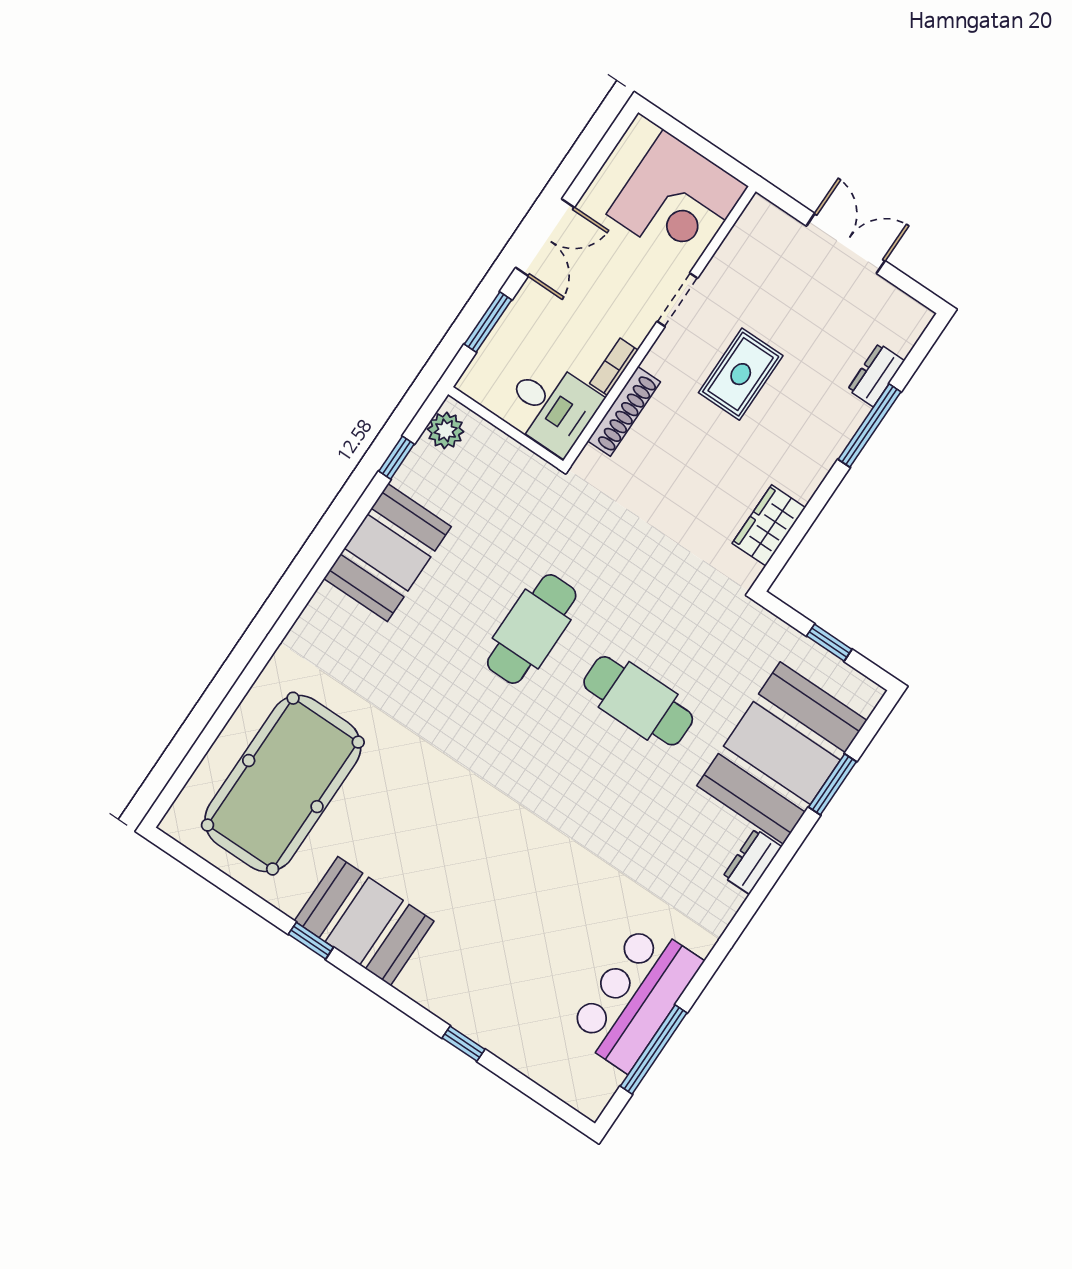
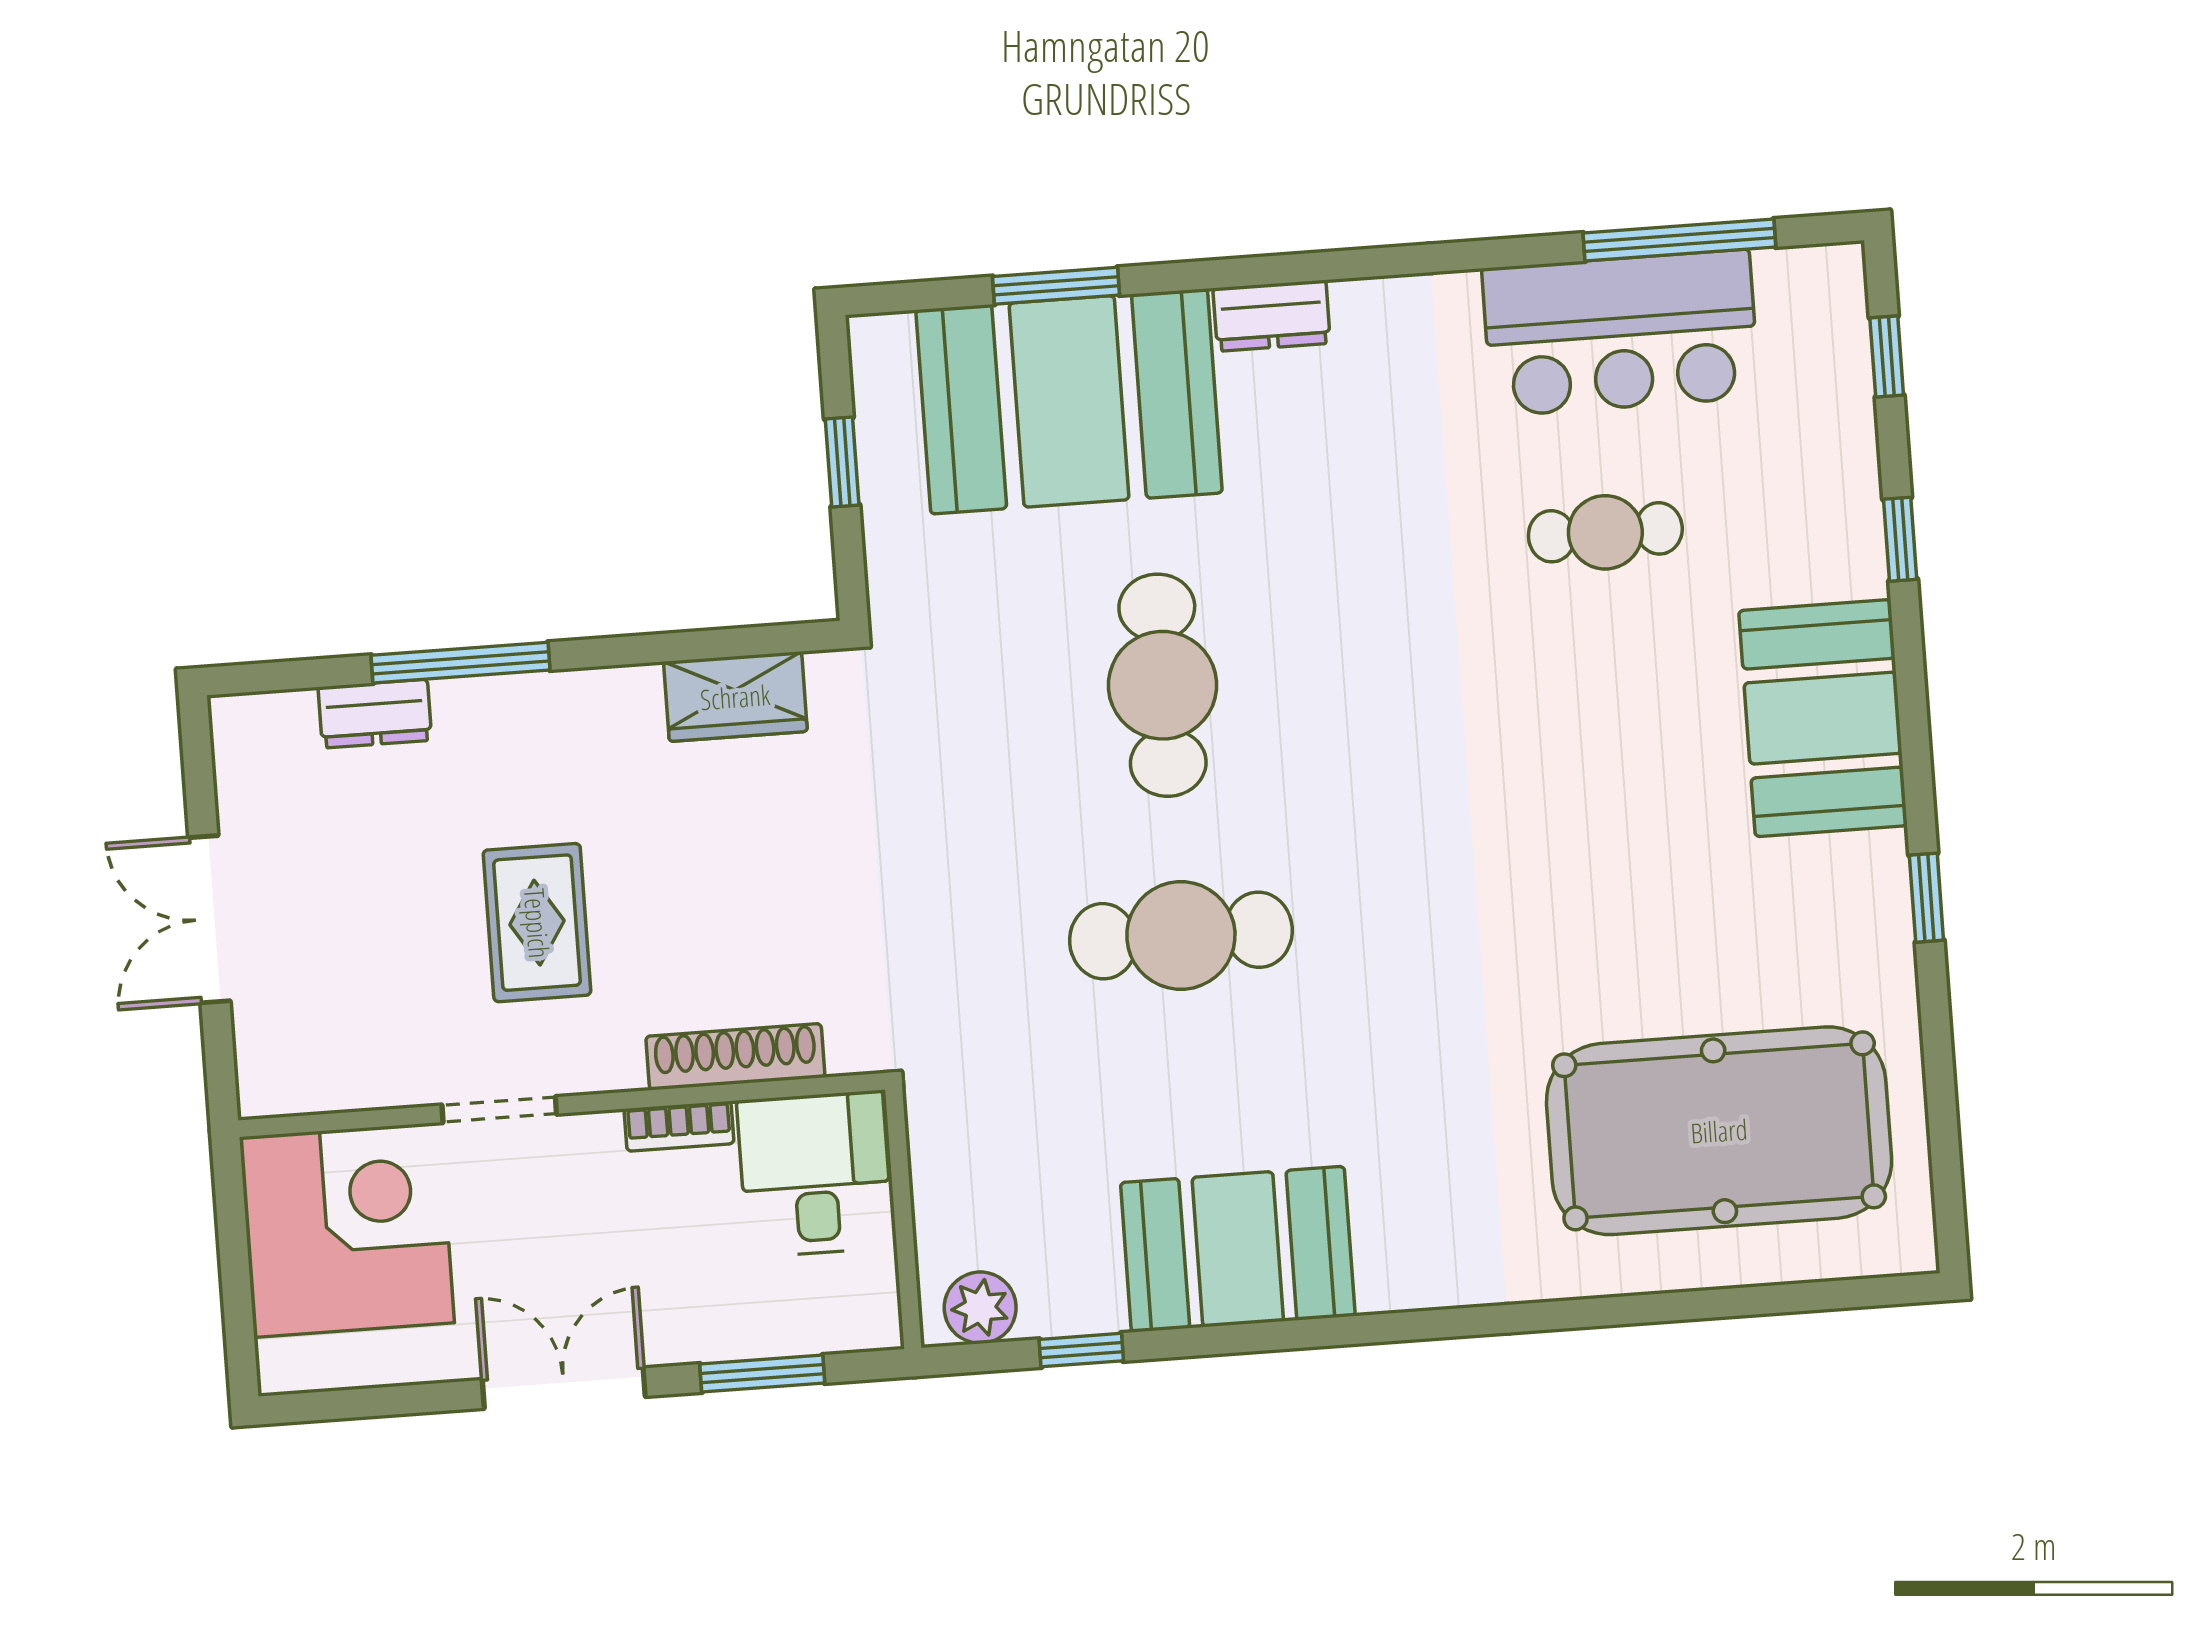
rug: (741, 374) -> (537, 923), turned 90
booth: (364, 921) -> (1823, 718), moved
cafe table: (560, 927) -> (1605, 532), added
window: (541, 1096) -> (1887, 357), added

